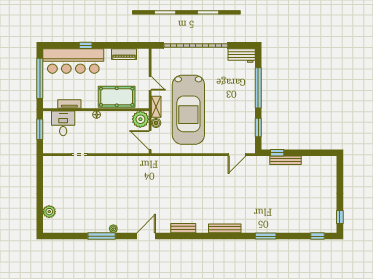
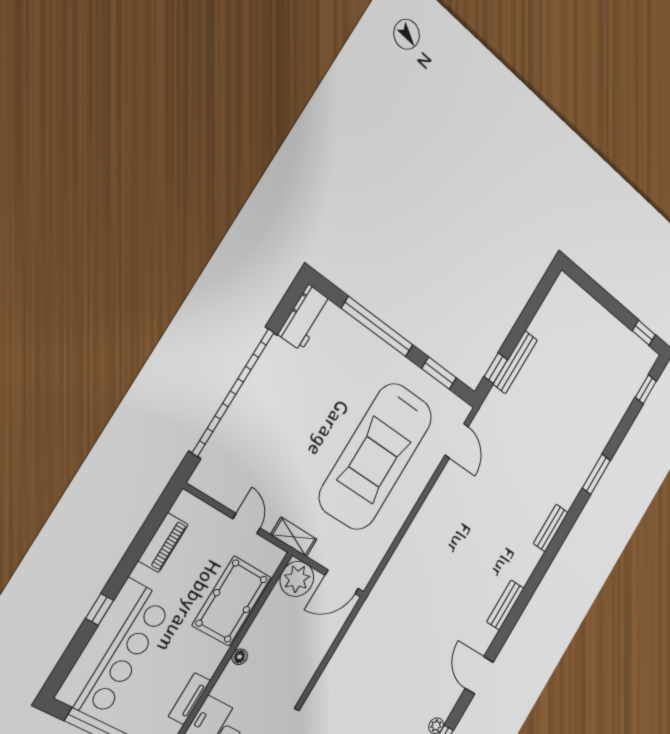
door: (150, 83) -> (246, 524), hinge flipped
car: (188, 110) -> (376, 457), moved, turned 90
boiler: (156, 123) -> (320, 554), removed
bench: (225, 228) -> (551, 528), width x0.73

